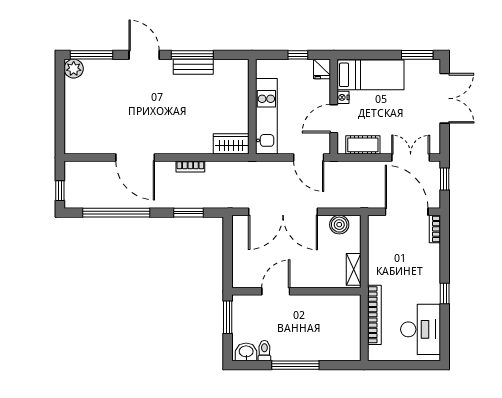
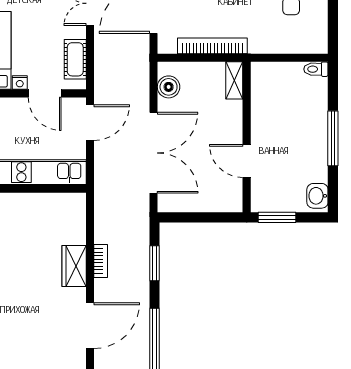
wardrobe: (231, 144) -> (74, 266), moved
shelving: (354, 269) -> (234, 80), moved, turned 90
bookcase: (374, 315) -> (212, 46), moved
toilet: (264, 351) -> (316, 69), moved

